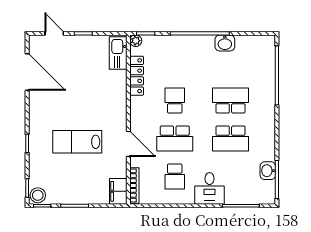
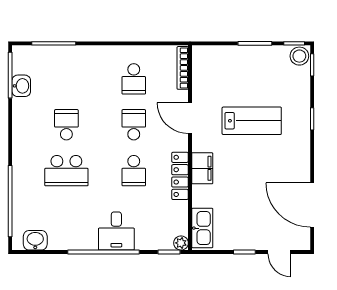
washbasin: (225, 43) -> (35, 240), moved
locker: (137, 76) -> (180, 176), moved
school desk: (175, 138) -> (134, 125), width x0.54
school desk: (230, 138) -> (66, 125), width x0.54
school desk: (175, 176) -> (134, 79), turned 180
desk: (210, 188) -> (116, 231), moved, turned 180
filing cabinet: (118, 191) -> (202, 168), moved

